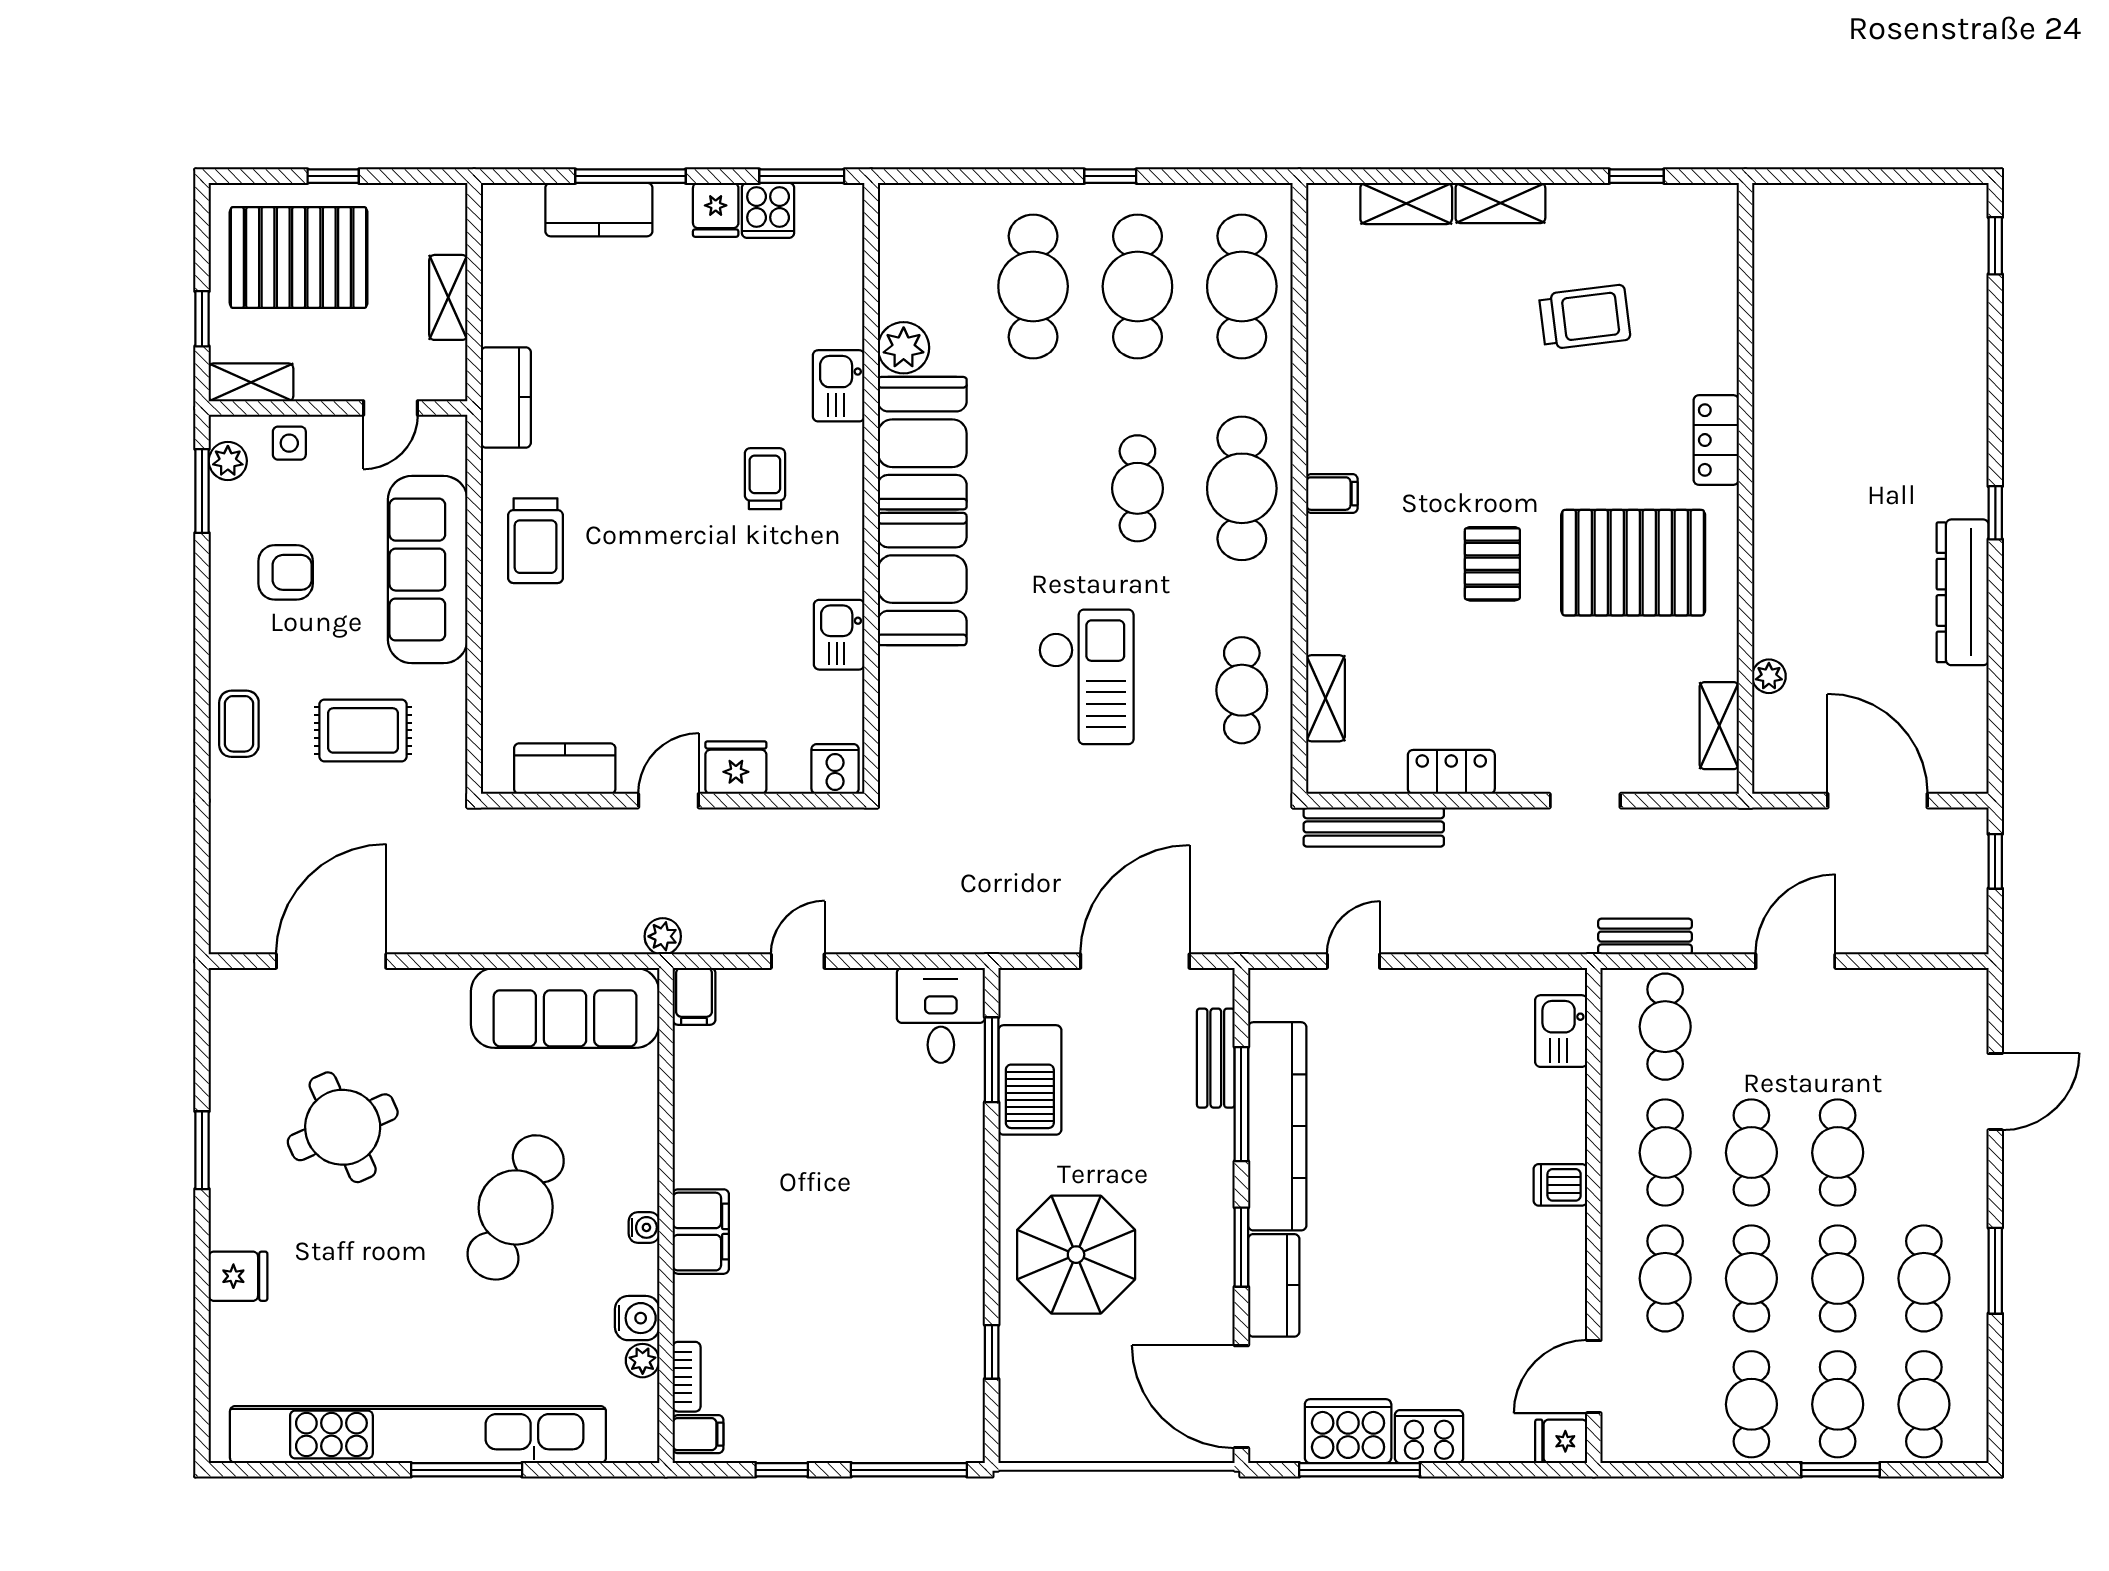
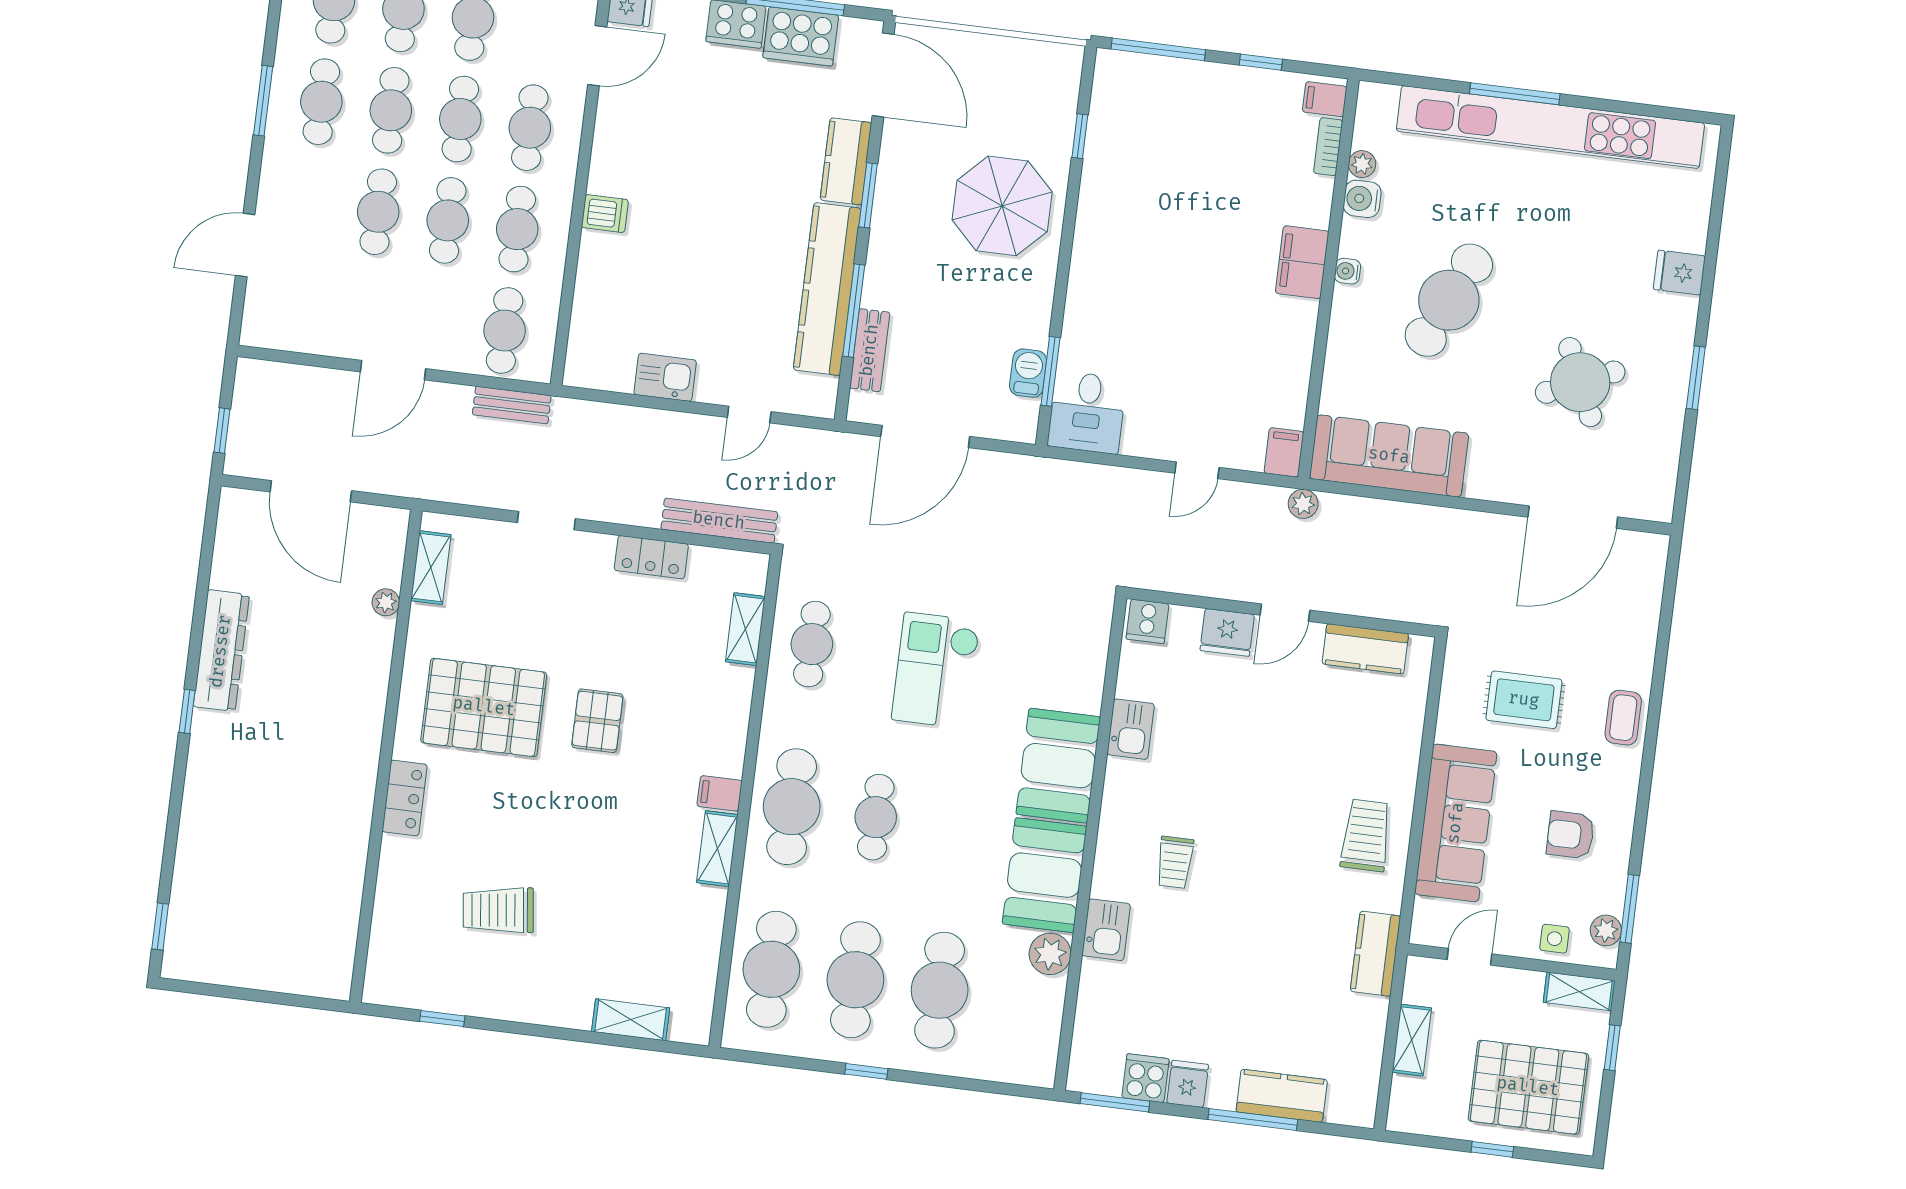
shelving: (1500, 203) -> (717, 849), moved, turned 90
kitchen sink: (1561, 1031) -> (665, 377), moved, turned -90
barbecue: (1030, 1080) -> (1028, 373), width x0.53, depth x0.65

